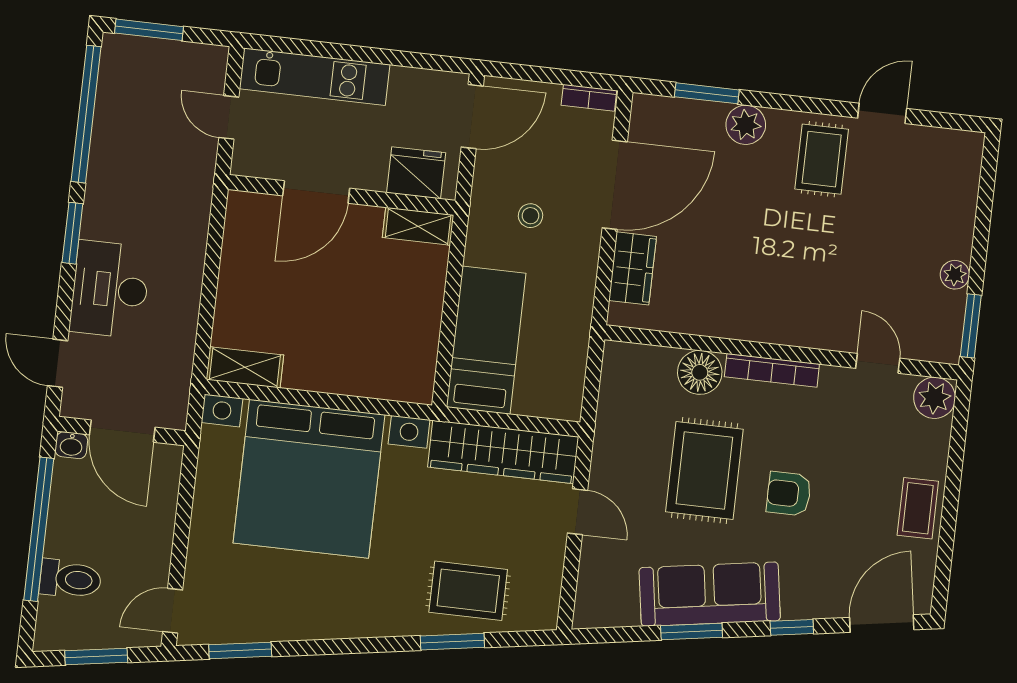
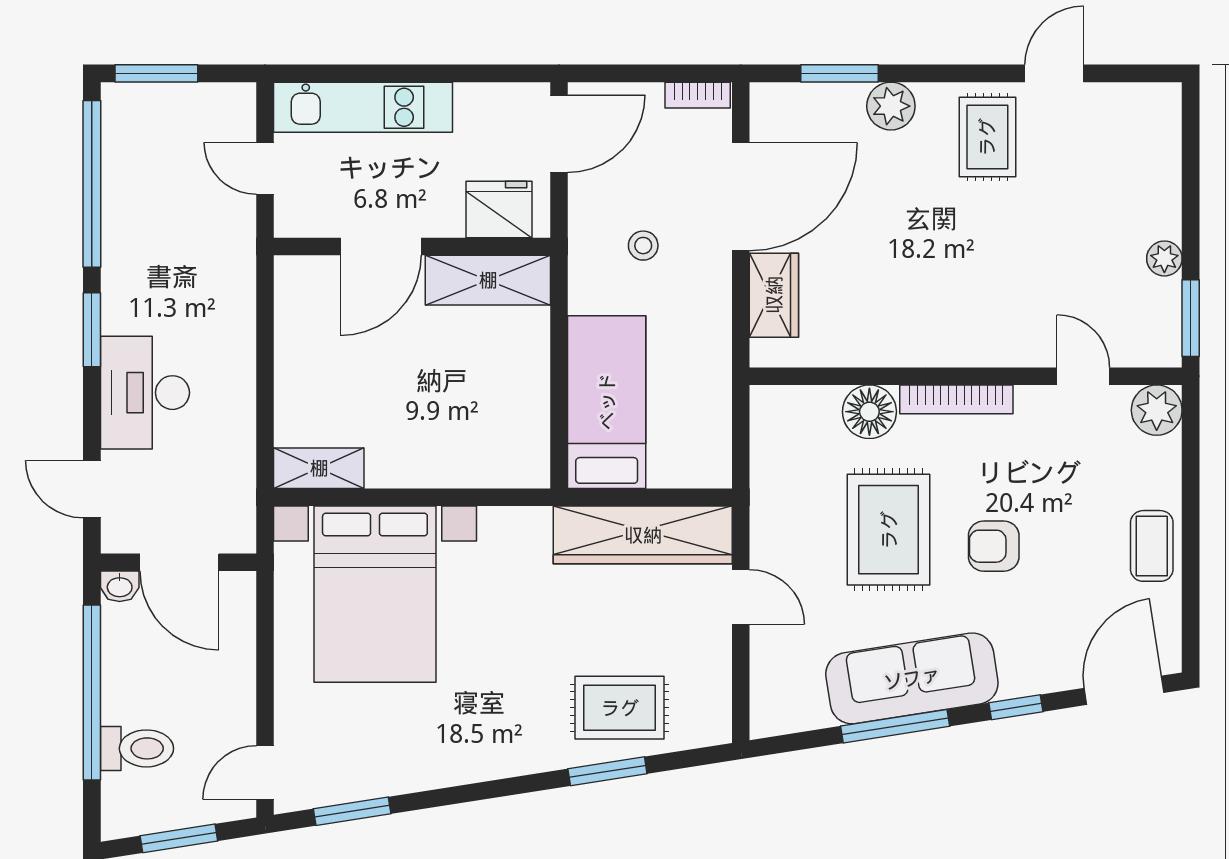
shelving: (418, 226) -> (488, 280), width x1.50, depth x1.33
bed with nightstands: (309, 479) -> (375, 594), width x0.73
window: (692, 632) -> (895, 726), width x1.44

